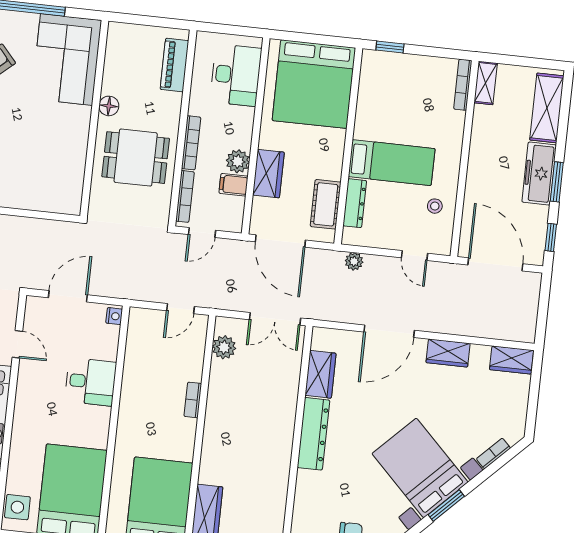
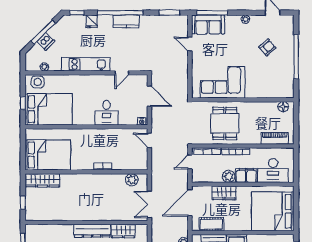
corner sofa: (66, 60) -> (223, 82), moved
floor lamp: (109, 106) -> (283, 107), moved
filing cabinet: (234, 185) -> (246, 176), moved, width x2.00
door: (202, 232) -> (190, 162), hinge flipped
door: (180, 309) -> (149, 140), moved

